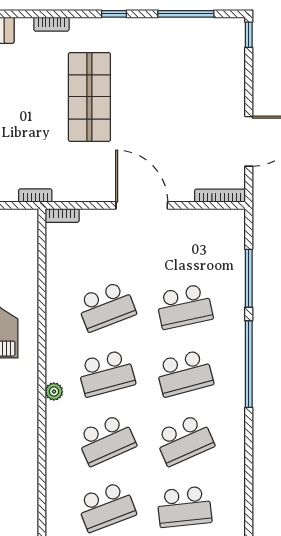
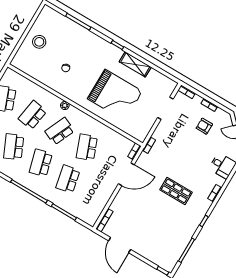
shop shelf: (89, 97) -> (176, 191), width x0.70, depth x0.74
door: (142, 205) -> (126, 174), moved
school desk: (106, 373) -> (60, 131), turned 39
school desk: (106, 440) -> (33, 115), turned 33

